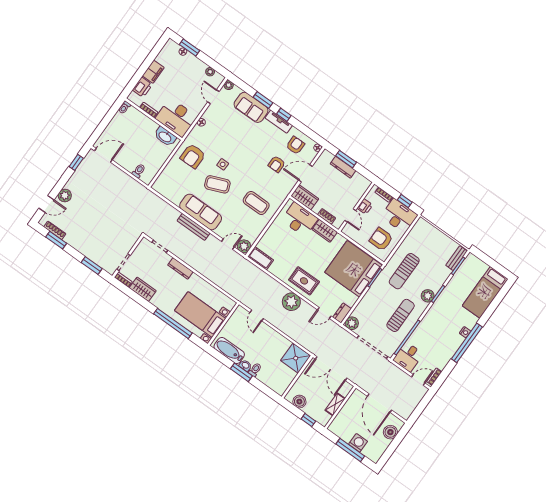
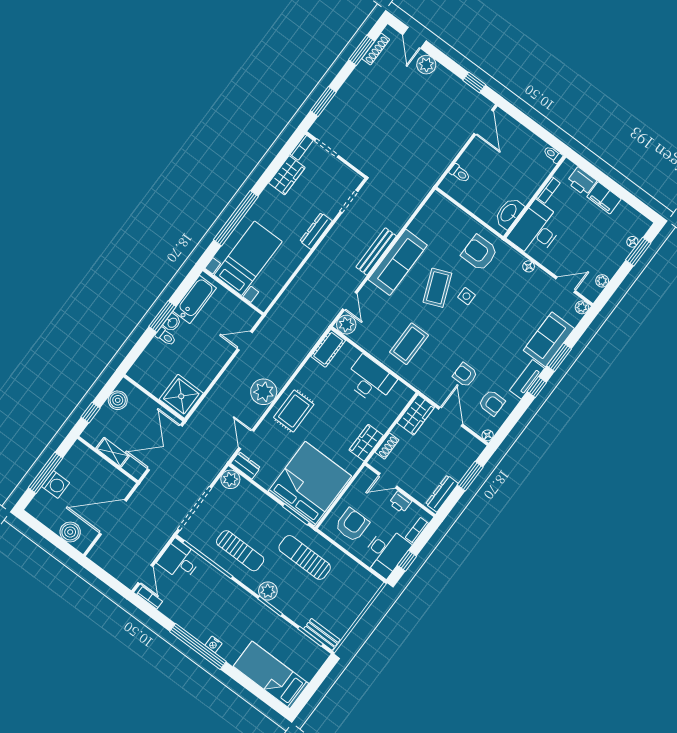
dresser: (343, 167) -> (442, 494), moved
desk: (300, 219) -> (370, 380), moved, turned -90

